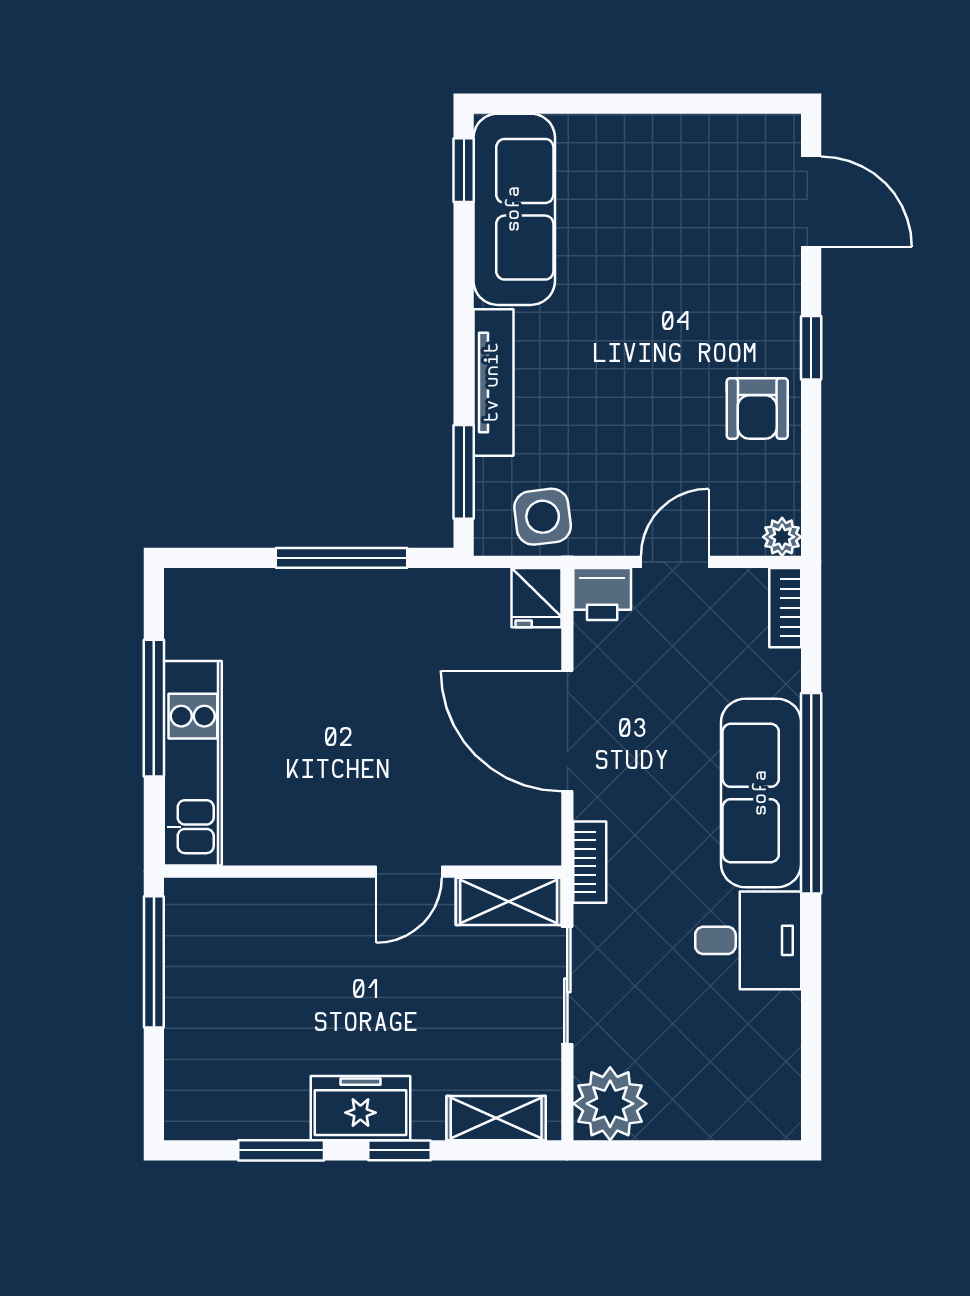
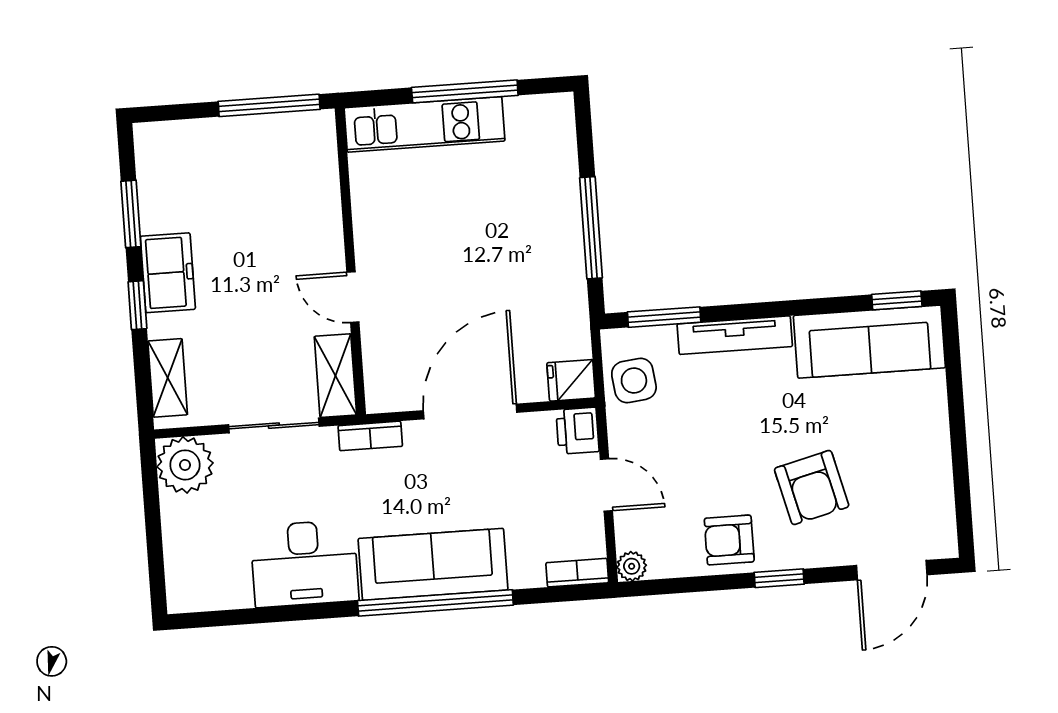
armchair: (697, 297) -> (812, 488), added
desk: (748, 940) -> (304, 564), width x1.37

